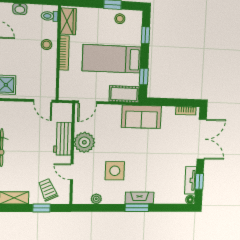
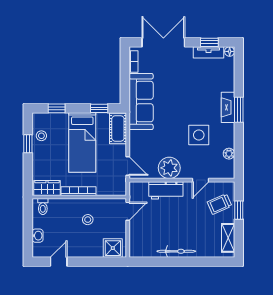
stool: (47, 45) -> (88, 220), moved
sofa: (141, 117) -> (141, 102), width x1.36

